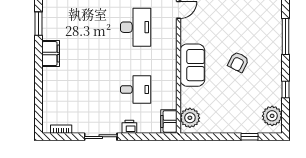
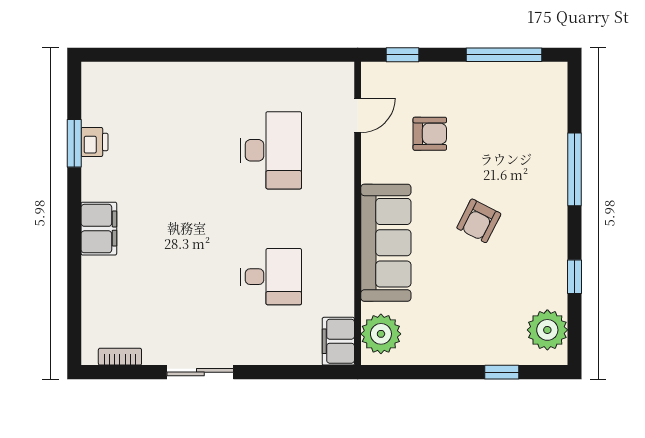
armchair: (214, 19) -> (430, 134), added
filing cabinet: (51, 54) -> (99, 229), moved
sofa: (192, 65) -> (386, 243), width x1.36
printer: (129, 127) -> (95, 142), moved, turned 90

